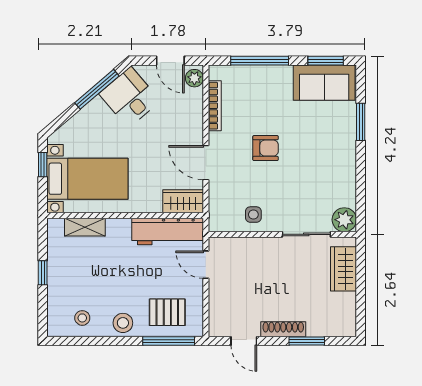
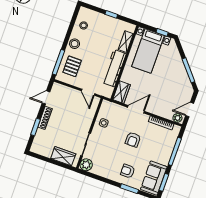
desk: (130, 97) -> (179, 84), removed
armchair: (329, 137) -> (128, 171), added
workbench: (168, 231) -> (114, 68), moved
door: (206, 265) -> (88, 92), swing flipped

